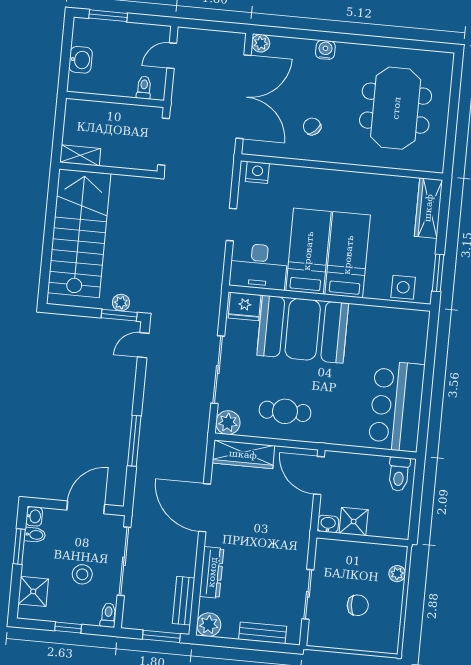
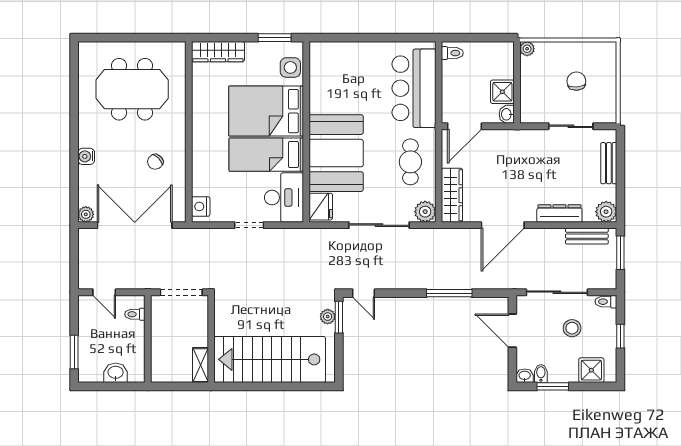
bed: (348, 255) -> (266, 111), width x1.50
bar counter: (397, 406) -> (414, 88), moved, turned 90
toilet: (399, 474) -> (452, 53), width x0.73, depth x0.72
plant: (397, 574) -> (527, 49), moved

